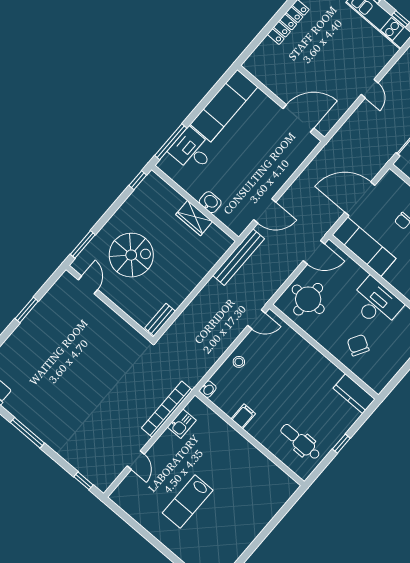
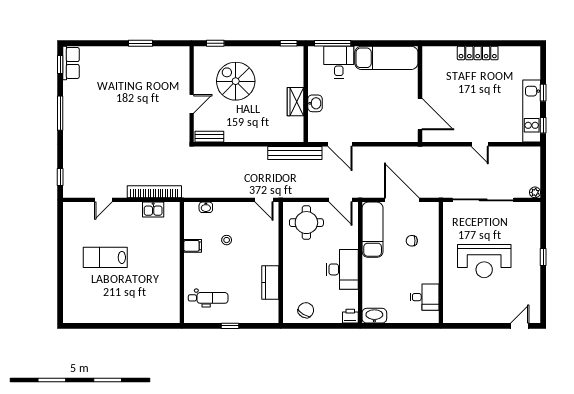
door: (370, 89) -> (480, 144), hinge flipped
window: (83, 244) -> (215, 43), width x0.67
spiral stairs: (131, 255) -> (236, 81), turned 180
door: (88, 285) -> (192, 104), moved
chair: (358, 345) -> (306, 310), moved
stool: (239, 362) -> (227, 240), moved
washbasin: (208, 389) -> (206, 207), moved
kitchen counter: (354, 394) -> (270, 283), moved
dental chair: (300, 442) -> (208, 298), turned 90

